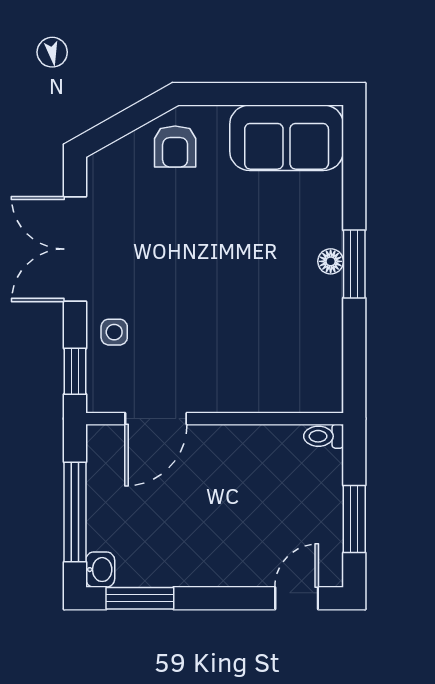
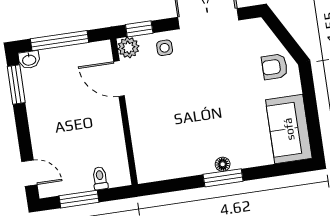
plant: (104, 395) -> (128, 48), added
toilet: (324, 436) -> (100, 178), moved

